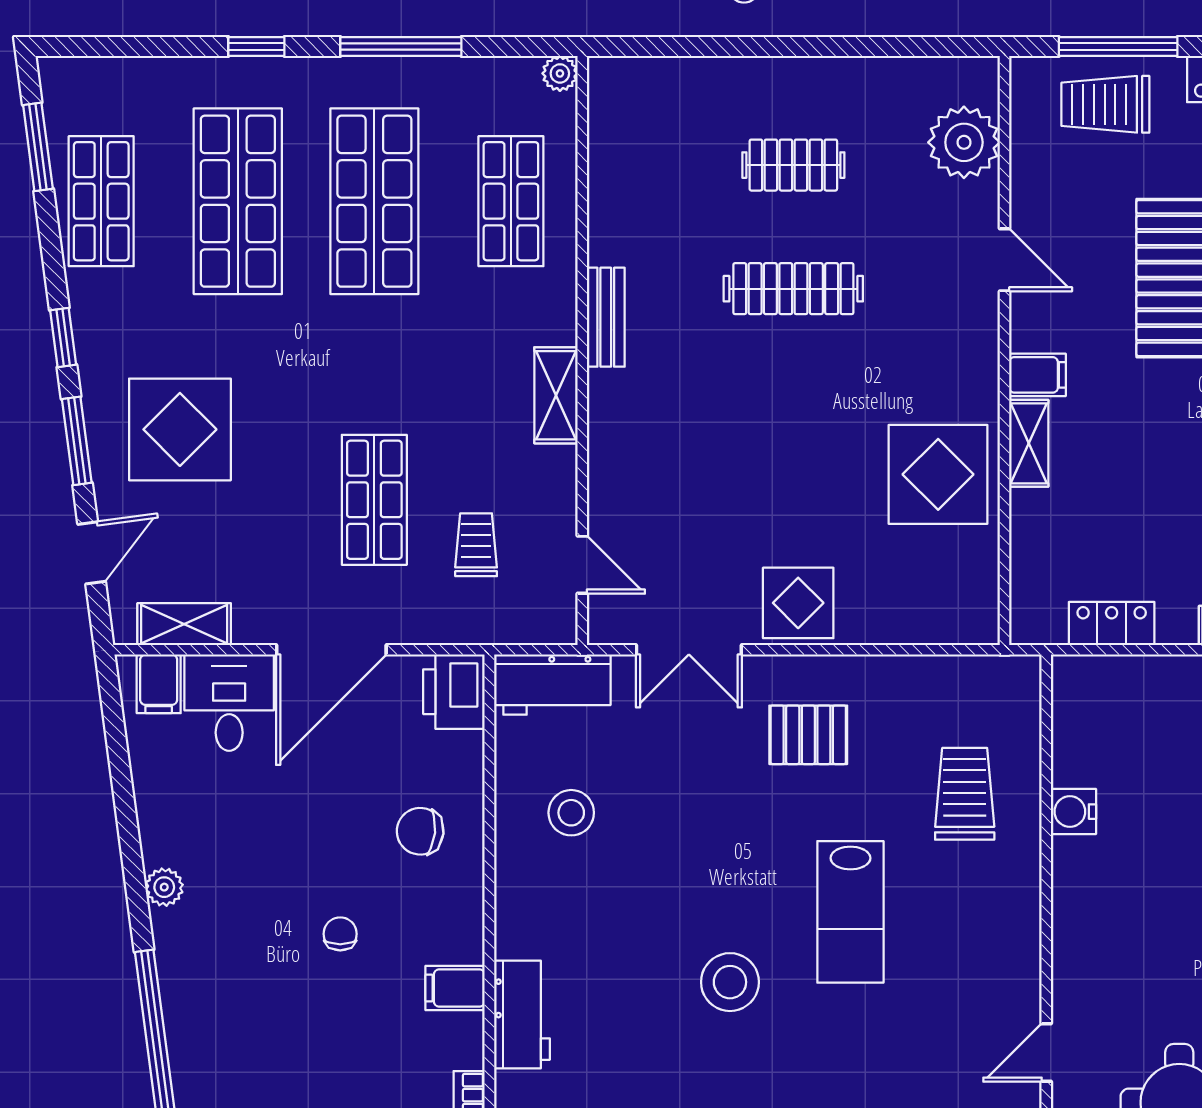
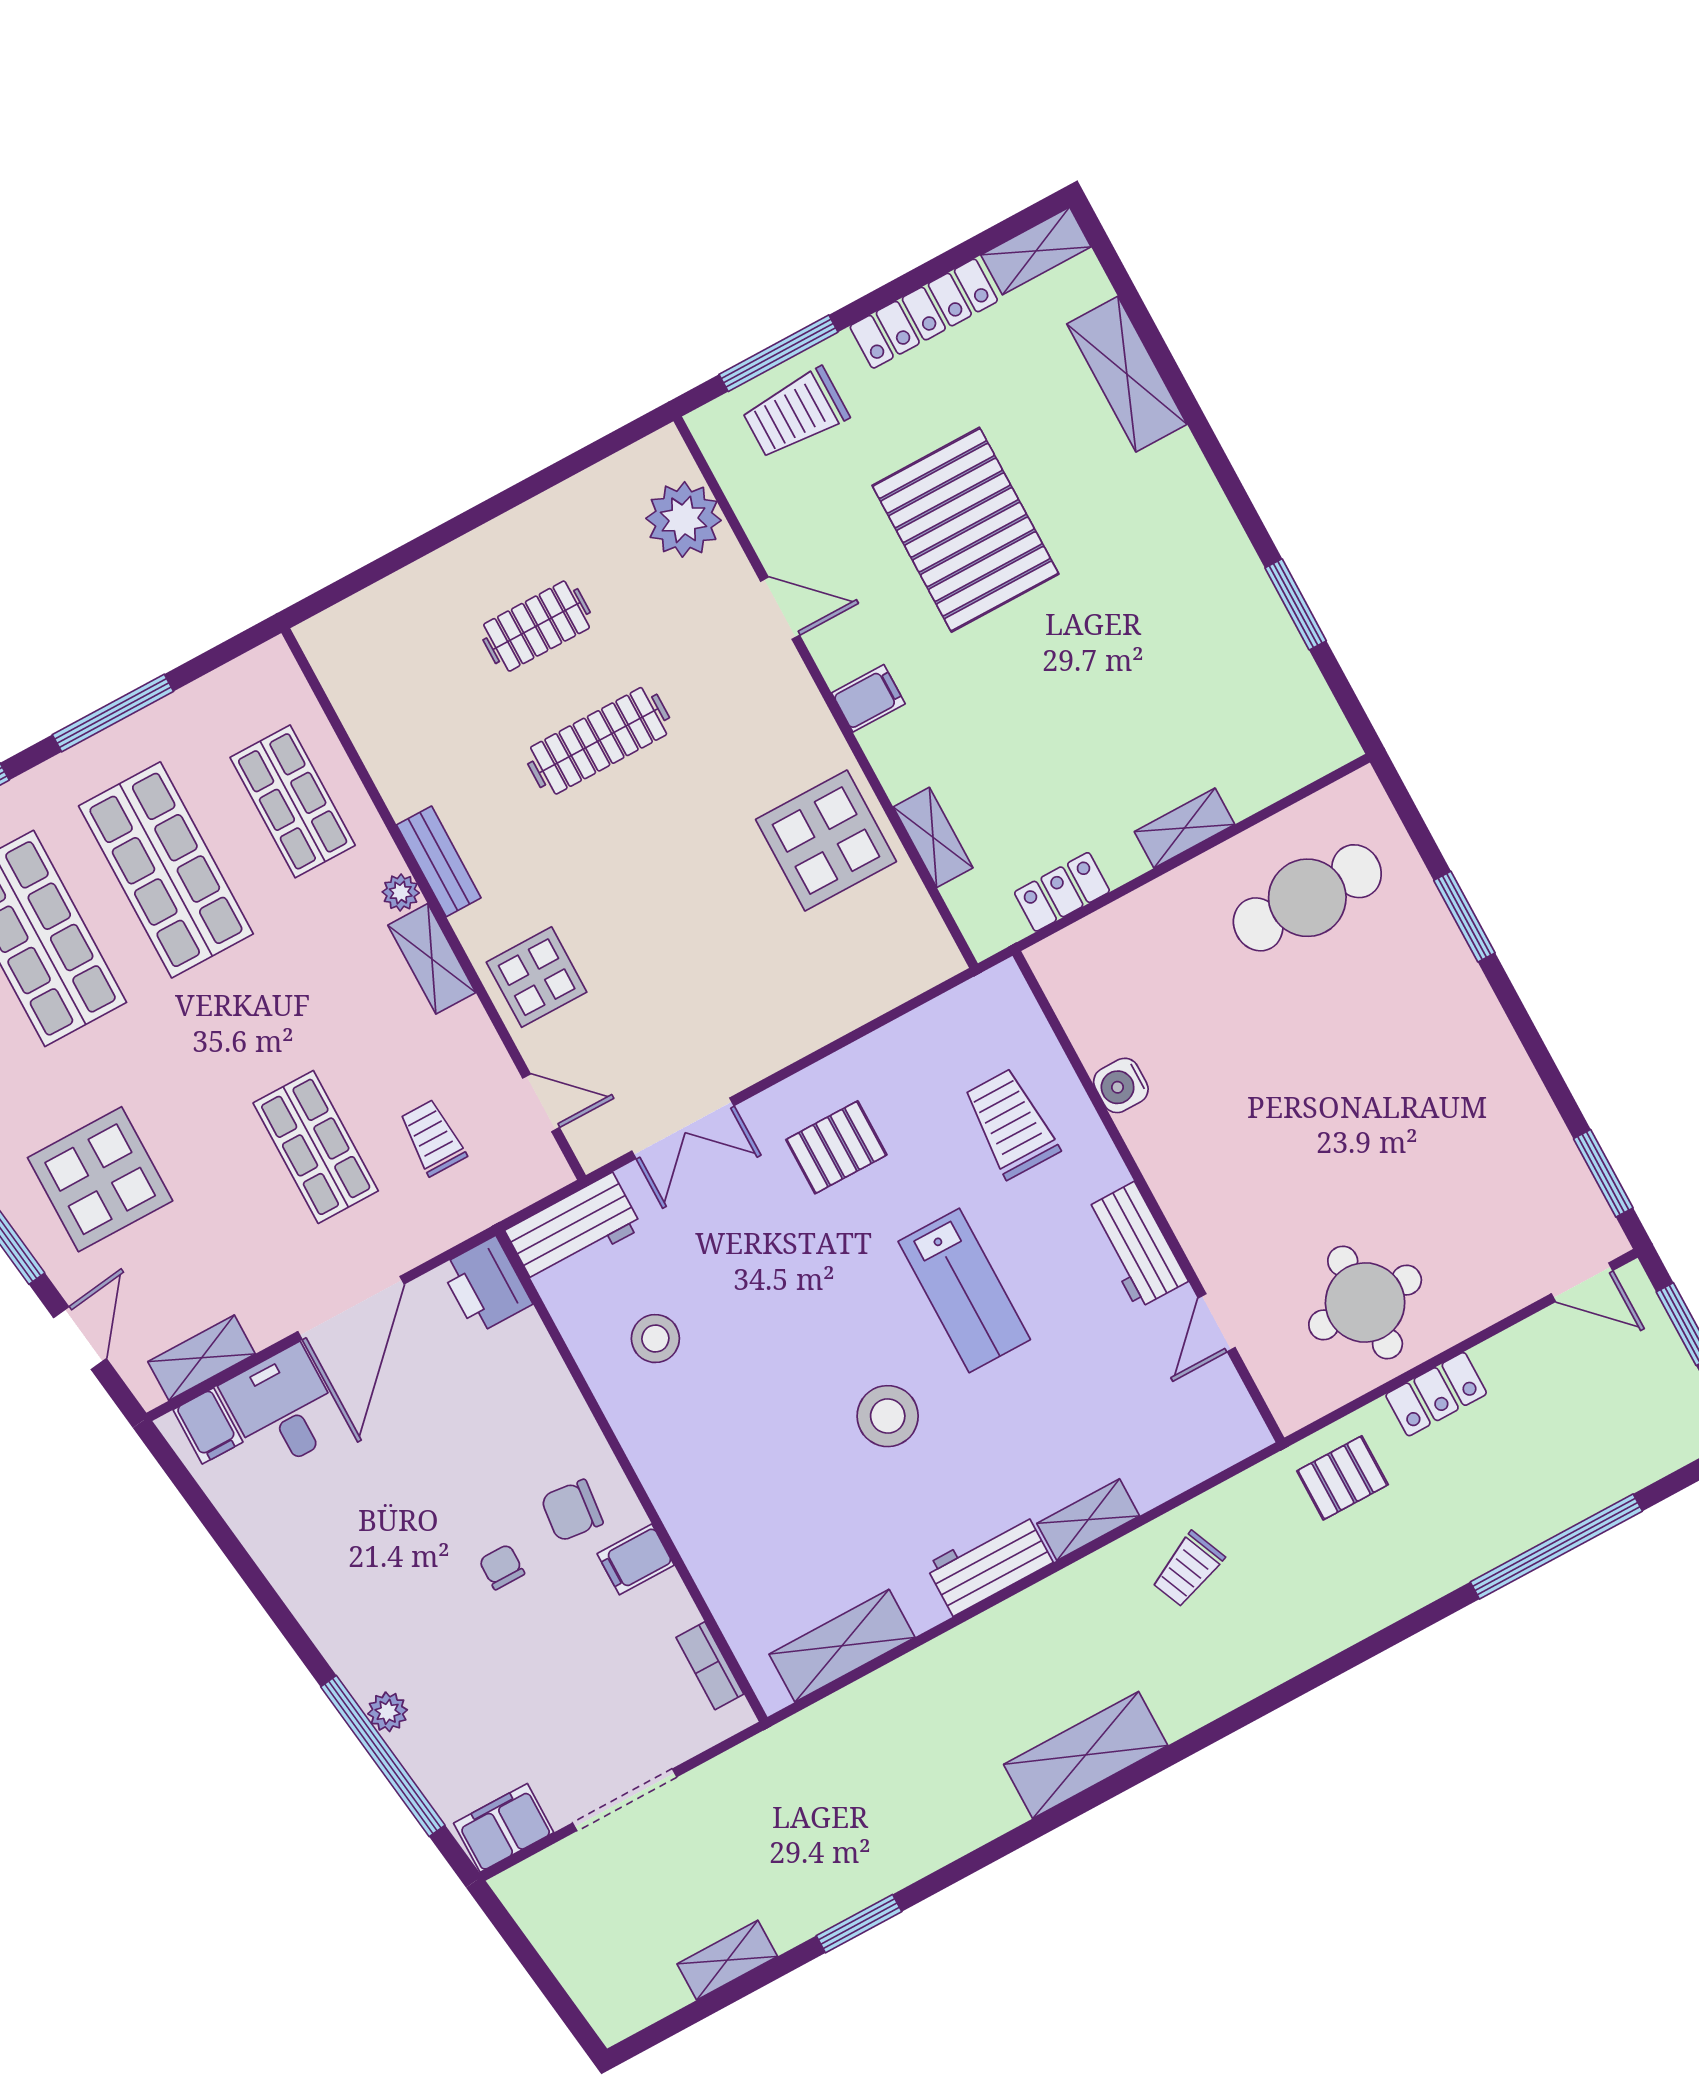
plant: (560, 73) -> (401, 892), moved
shelving: (1029, 443) -> (933, 837), moved
display table: (798, 603) -> (537, 977), moved
chair: (420, 831) -> (572, 1510), moved
plant: (164, 887) -> (388, 1712), moved
workbench: (522, 1015) -> (1136, 1245), moved, turned 180

